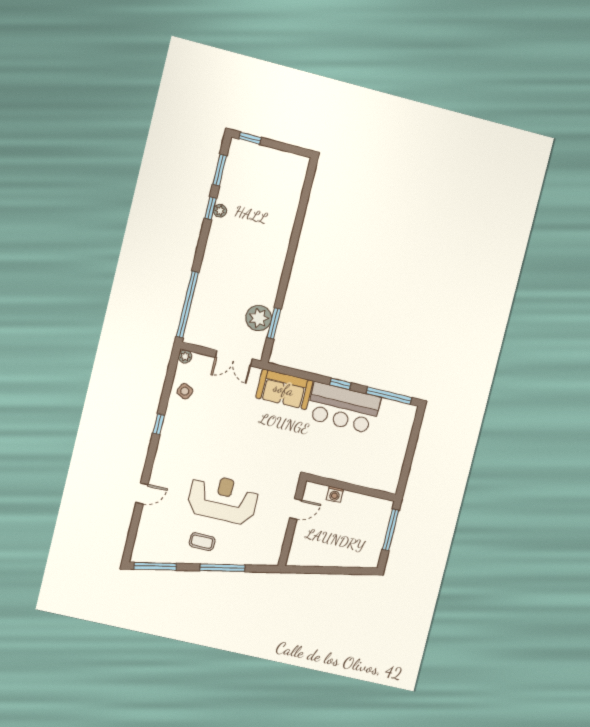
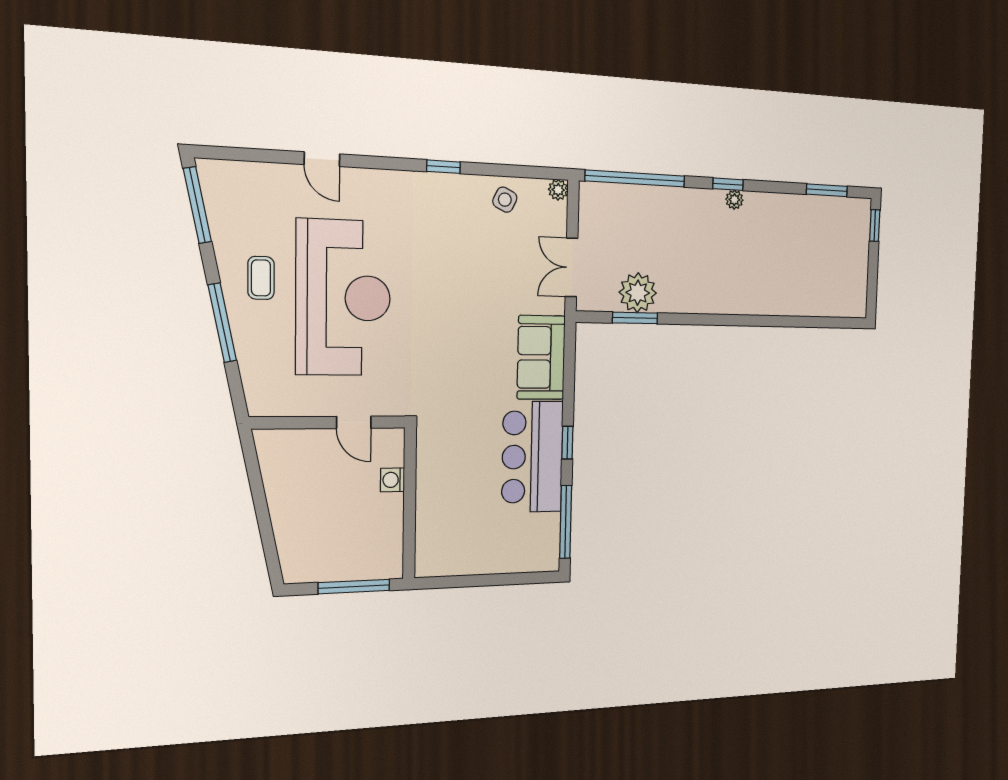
window: (210, 208) -> (728, 184), moved
plant: (220, 211) -> (734, 200), moved
reception desk: (223, 499) -> (343, 298), width x1.36, depth x1.30

